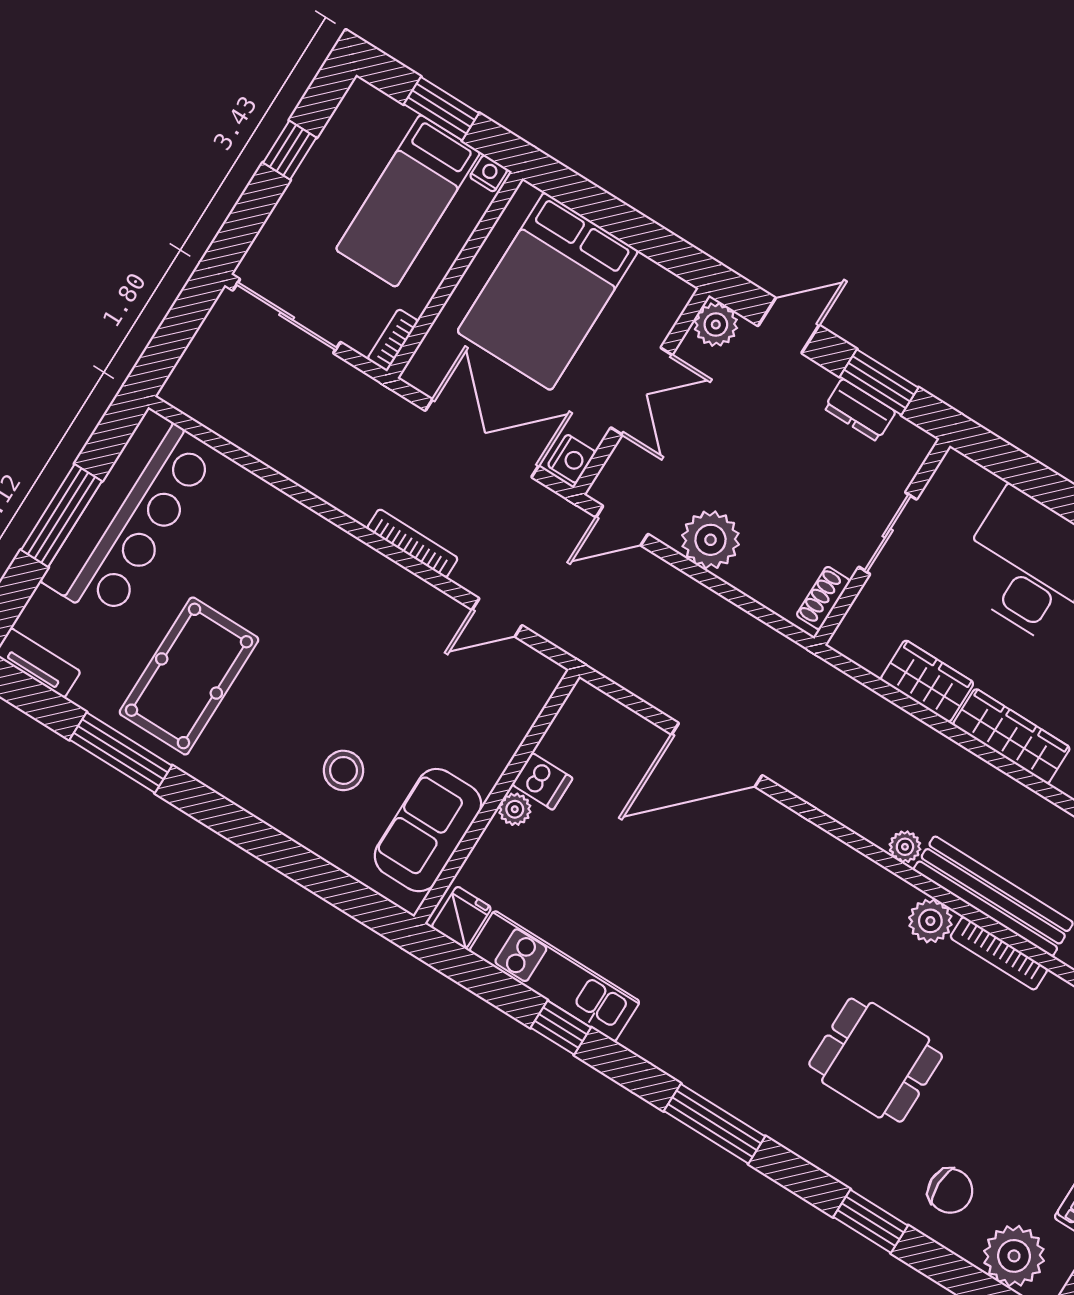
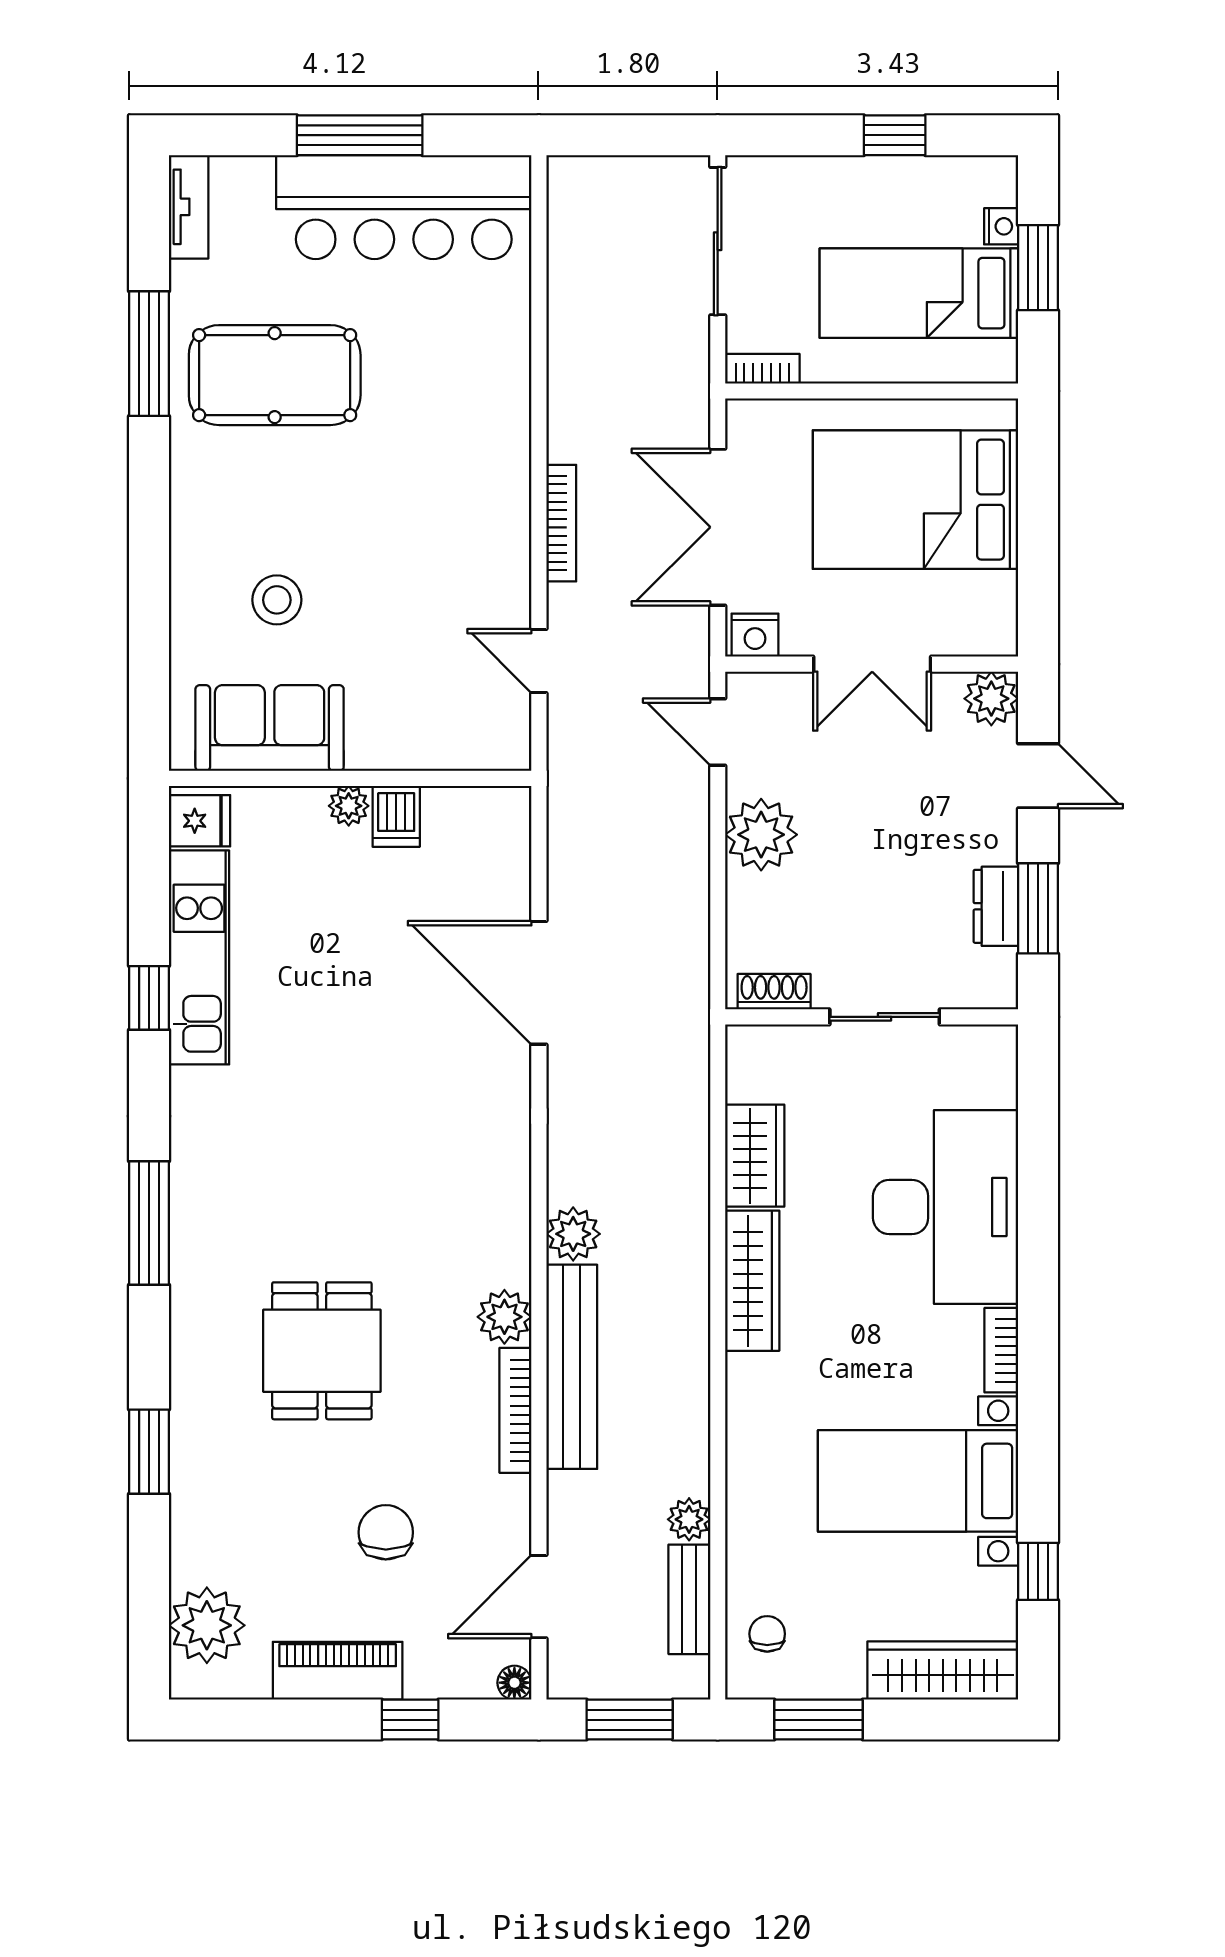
nightstand: (489, 173) -> (1001, 226), moved
double door: (482, 438) -> (718, 527), swing flipped
plant: (905, 847) -> (573, 1234), width x1.38, depth x1.38
chair: (950, 1191) -> (386, 1532), moved, turned 180

